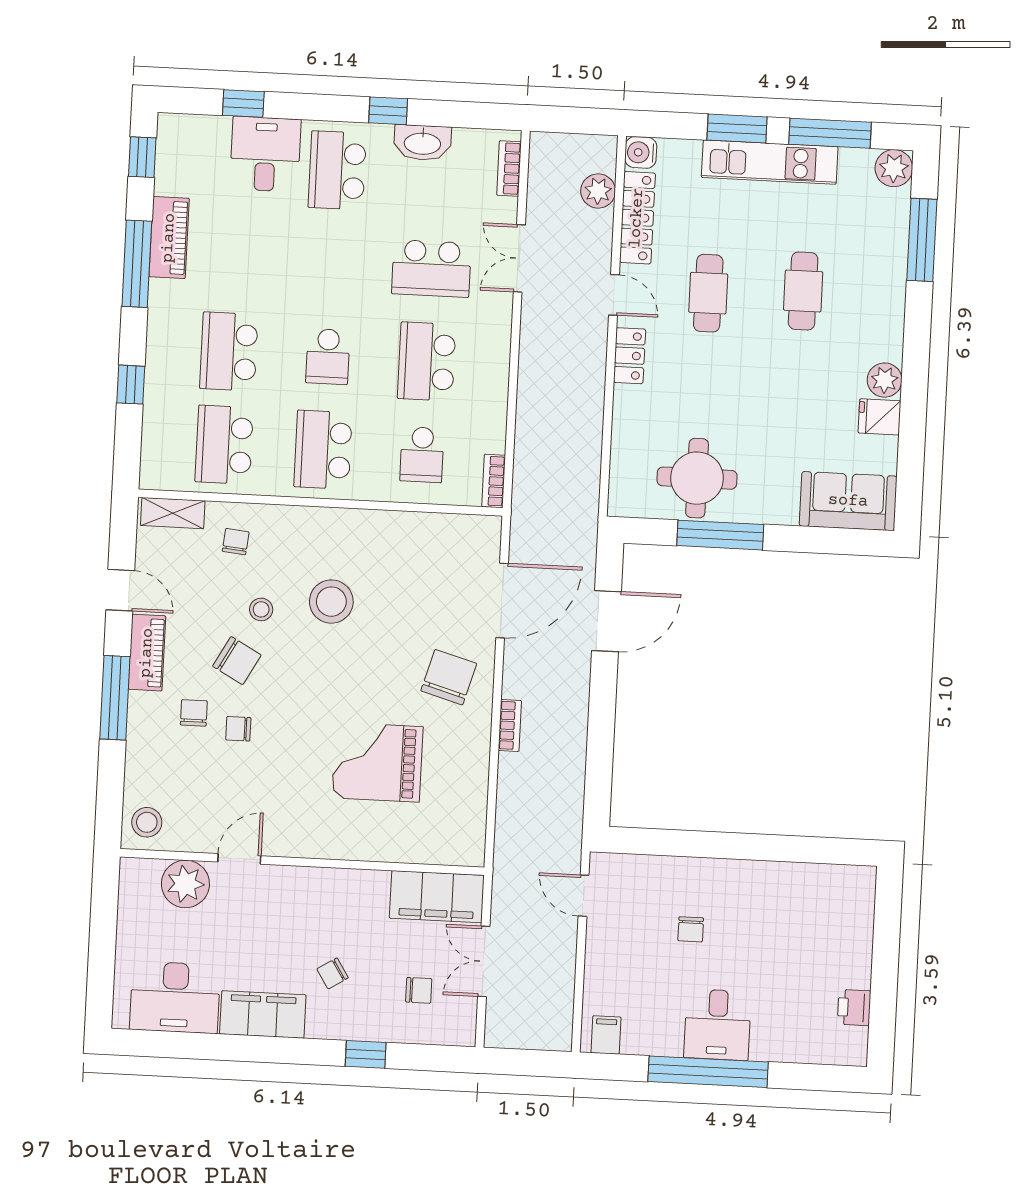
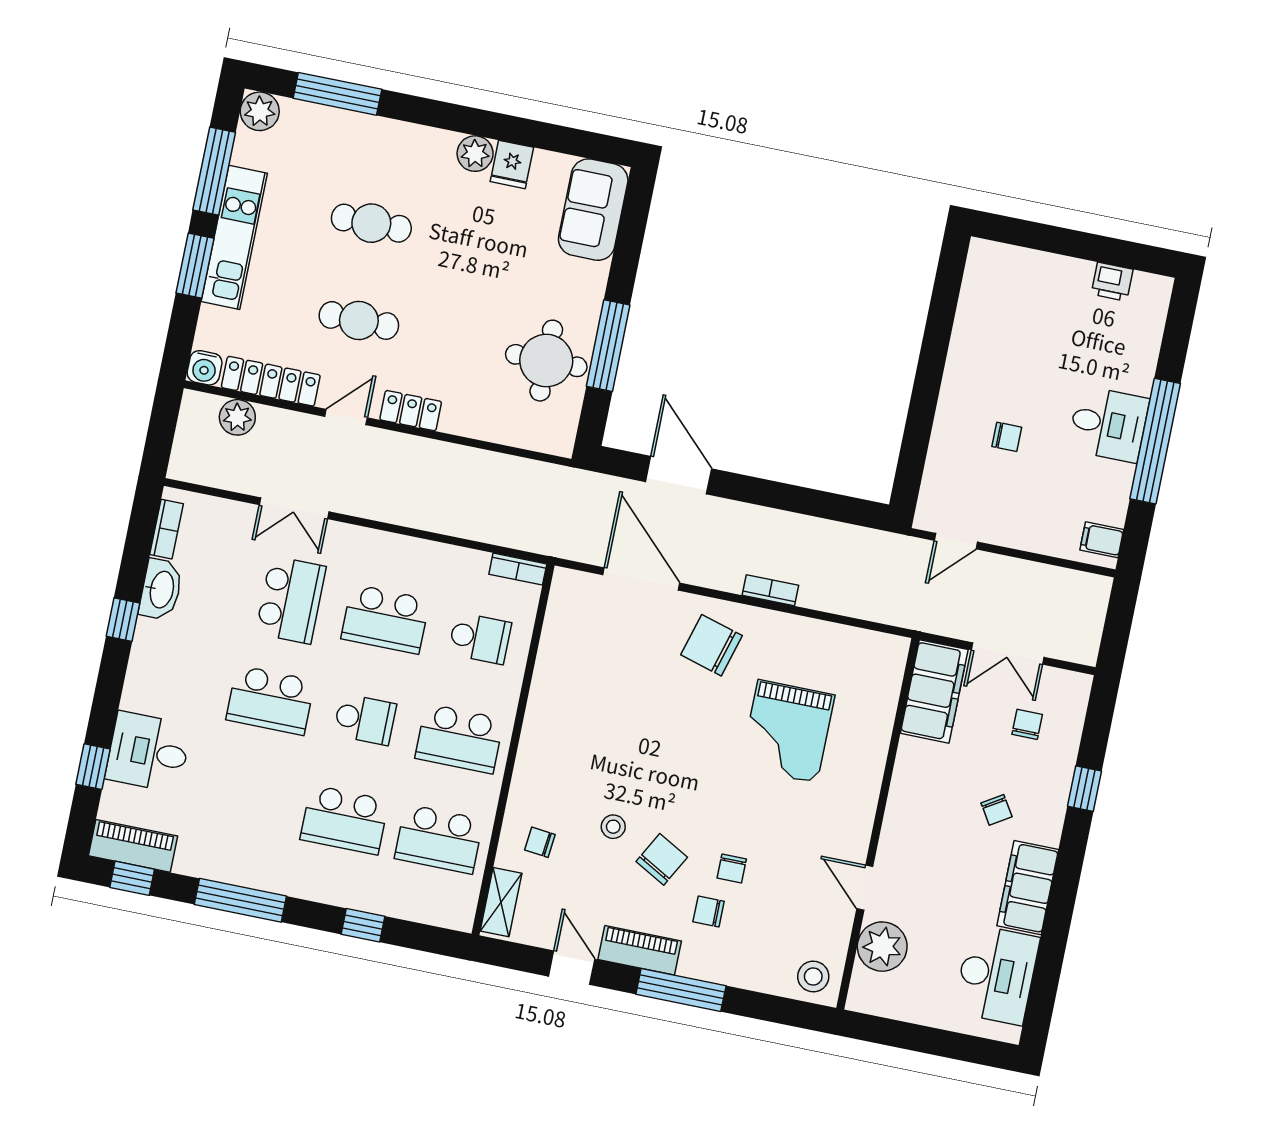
bookcase: (509, 168) -> (167, 529), moved, turned -90
school desk: (337, 170) -> (270, 700), moved
piano: (169, 238) -> (133, 846), moved
door: (120, 590) -> (572, 968), hinge flipped
stool: (331, 602) -> (616, 754), removed

